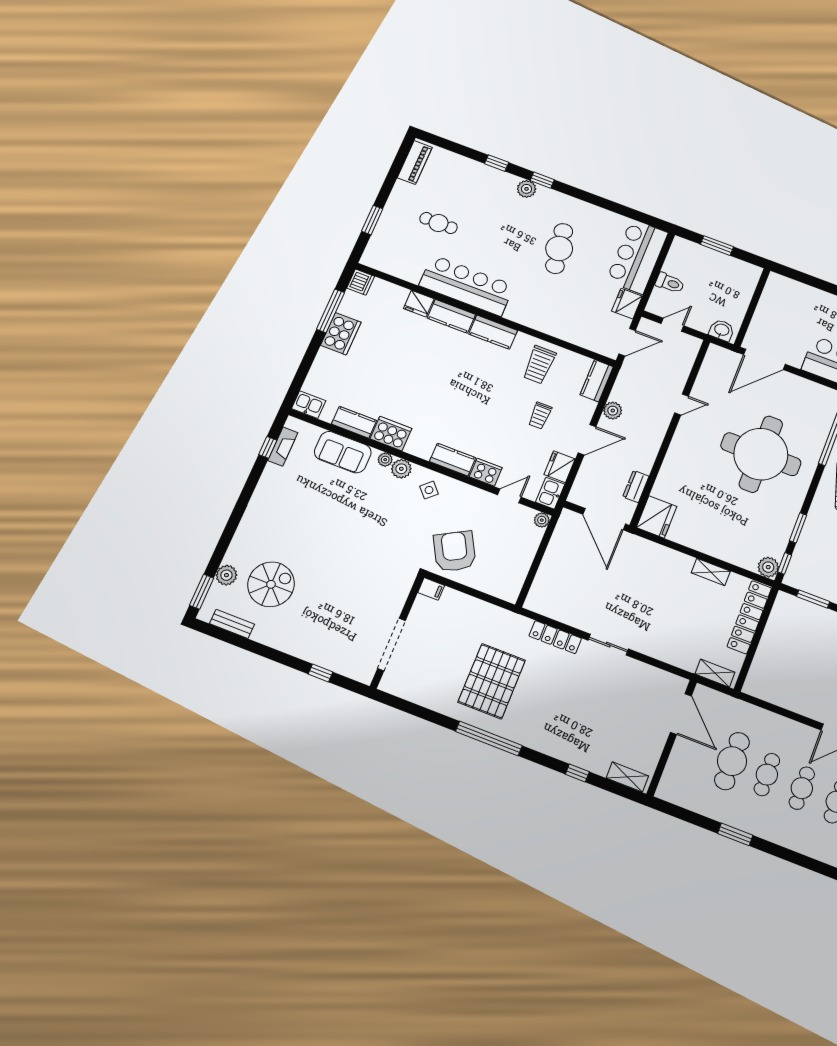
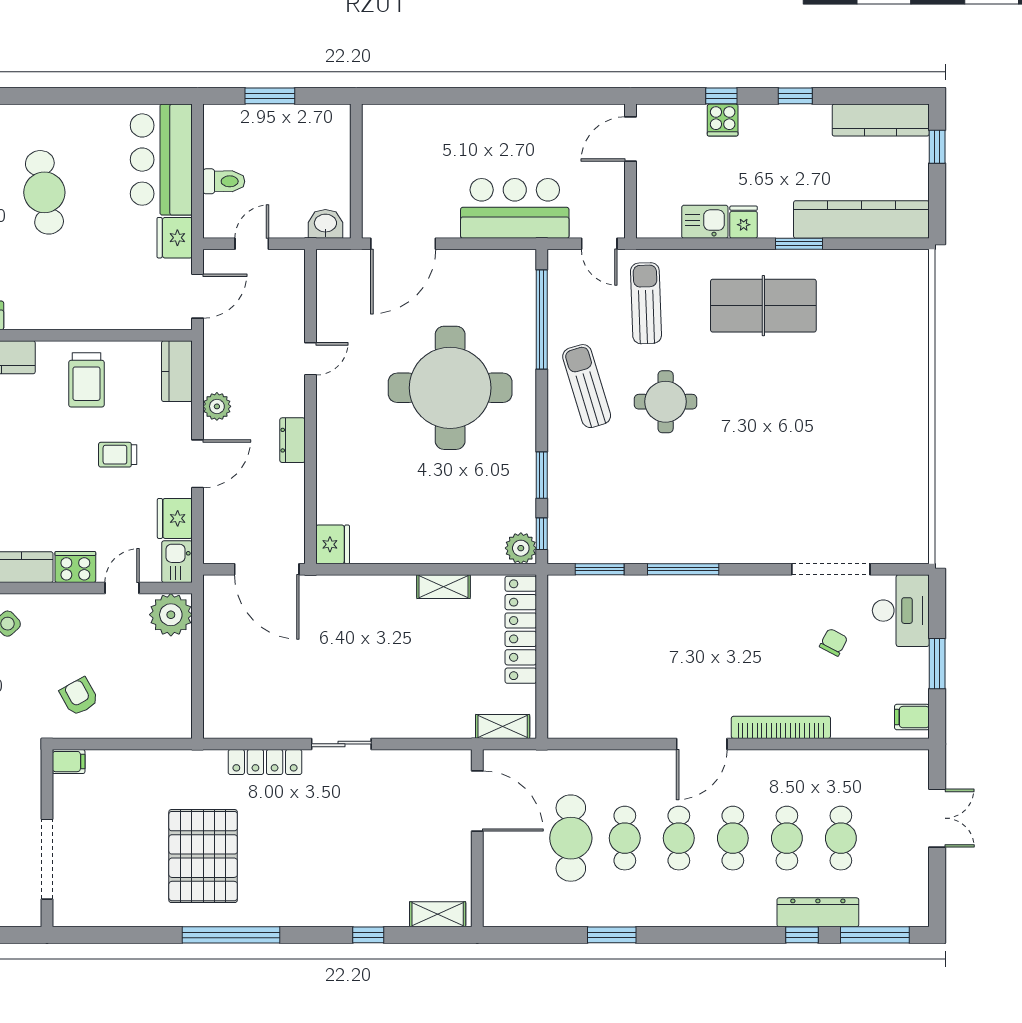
trolley: (540, 416) -> (118, 455), turned 90
dresser: (636, 486) -> (293, 440), moved
fridge: (657, 517) -> (333, 544), width x0.73, depth x0.75
plant: (542, 520) -> (171, 615), width x1.87, depth x1.87
armchair: (455, 551) -> (79, 697), width x0.53, depth x0.53

